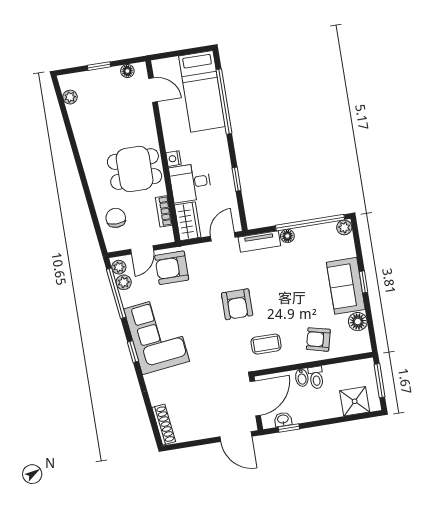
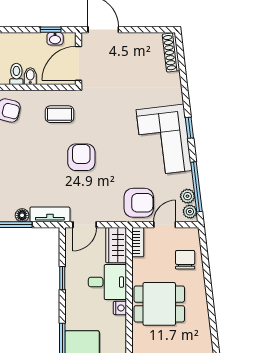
bookcase: (164, 211) -> (138, 242), moved
chair: (116, 218) -> (185, 260), turned 180

